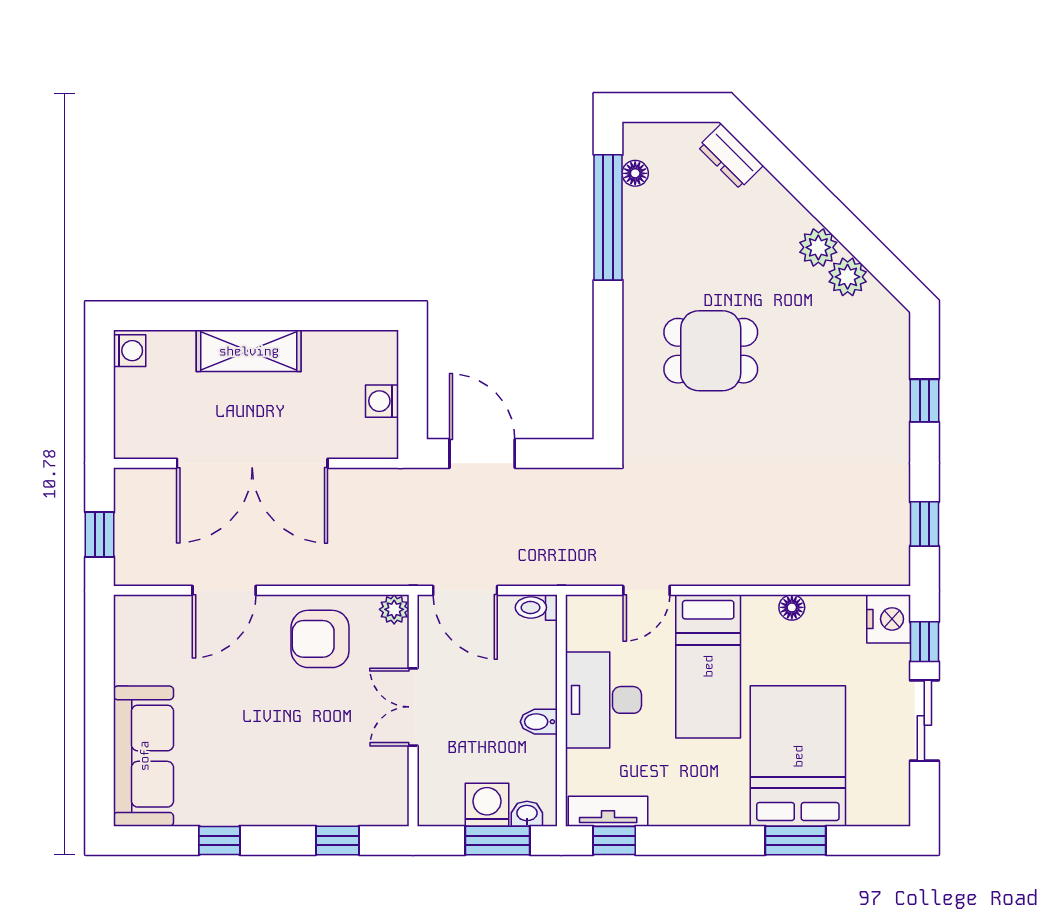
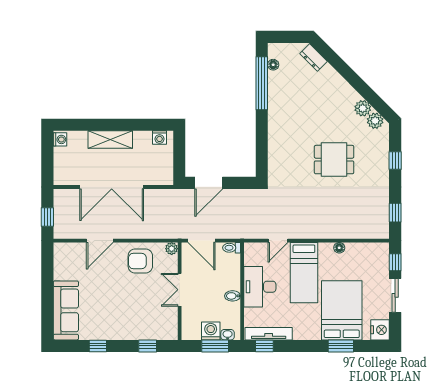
plant: (818, 247) -> (375, 121), moved
dining table: (711, 351) -> (334, 160), moved
washing machine: (382, 401) -> (160, 138), moved, turned -90
door: (482, 453) -> (209, 183), swing flipped
nightstand: (889, 619) -> (380, 330), moved
tv unit: (608, 811) -> (269, 334), width x1.41

